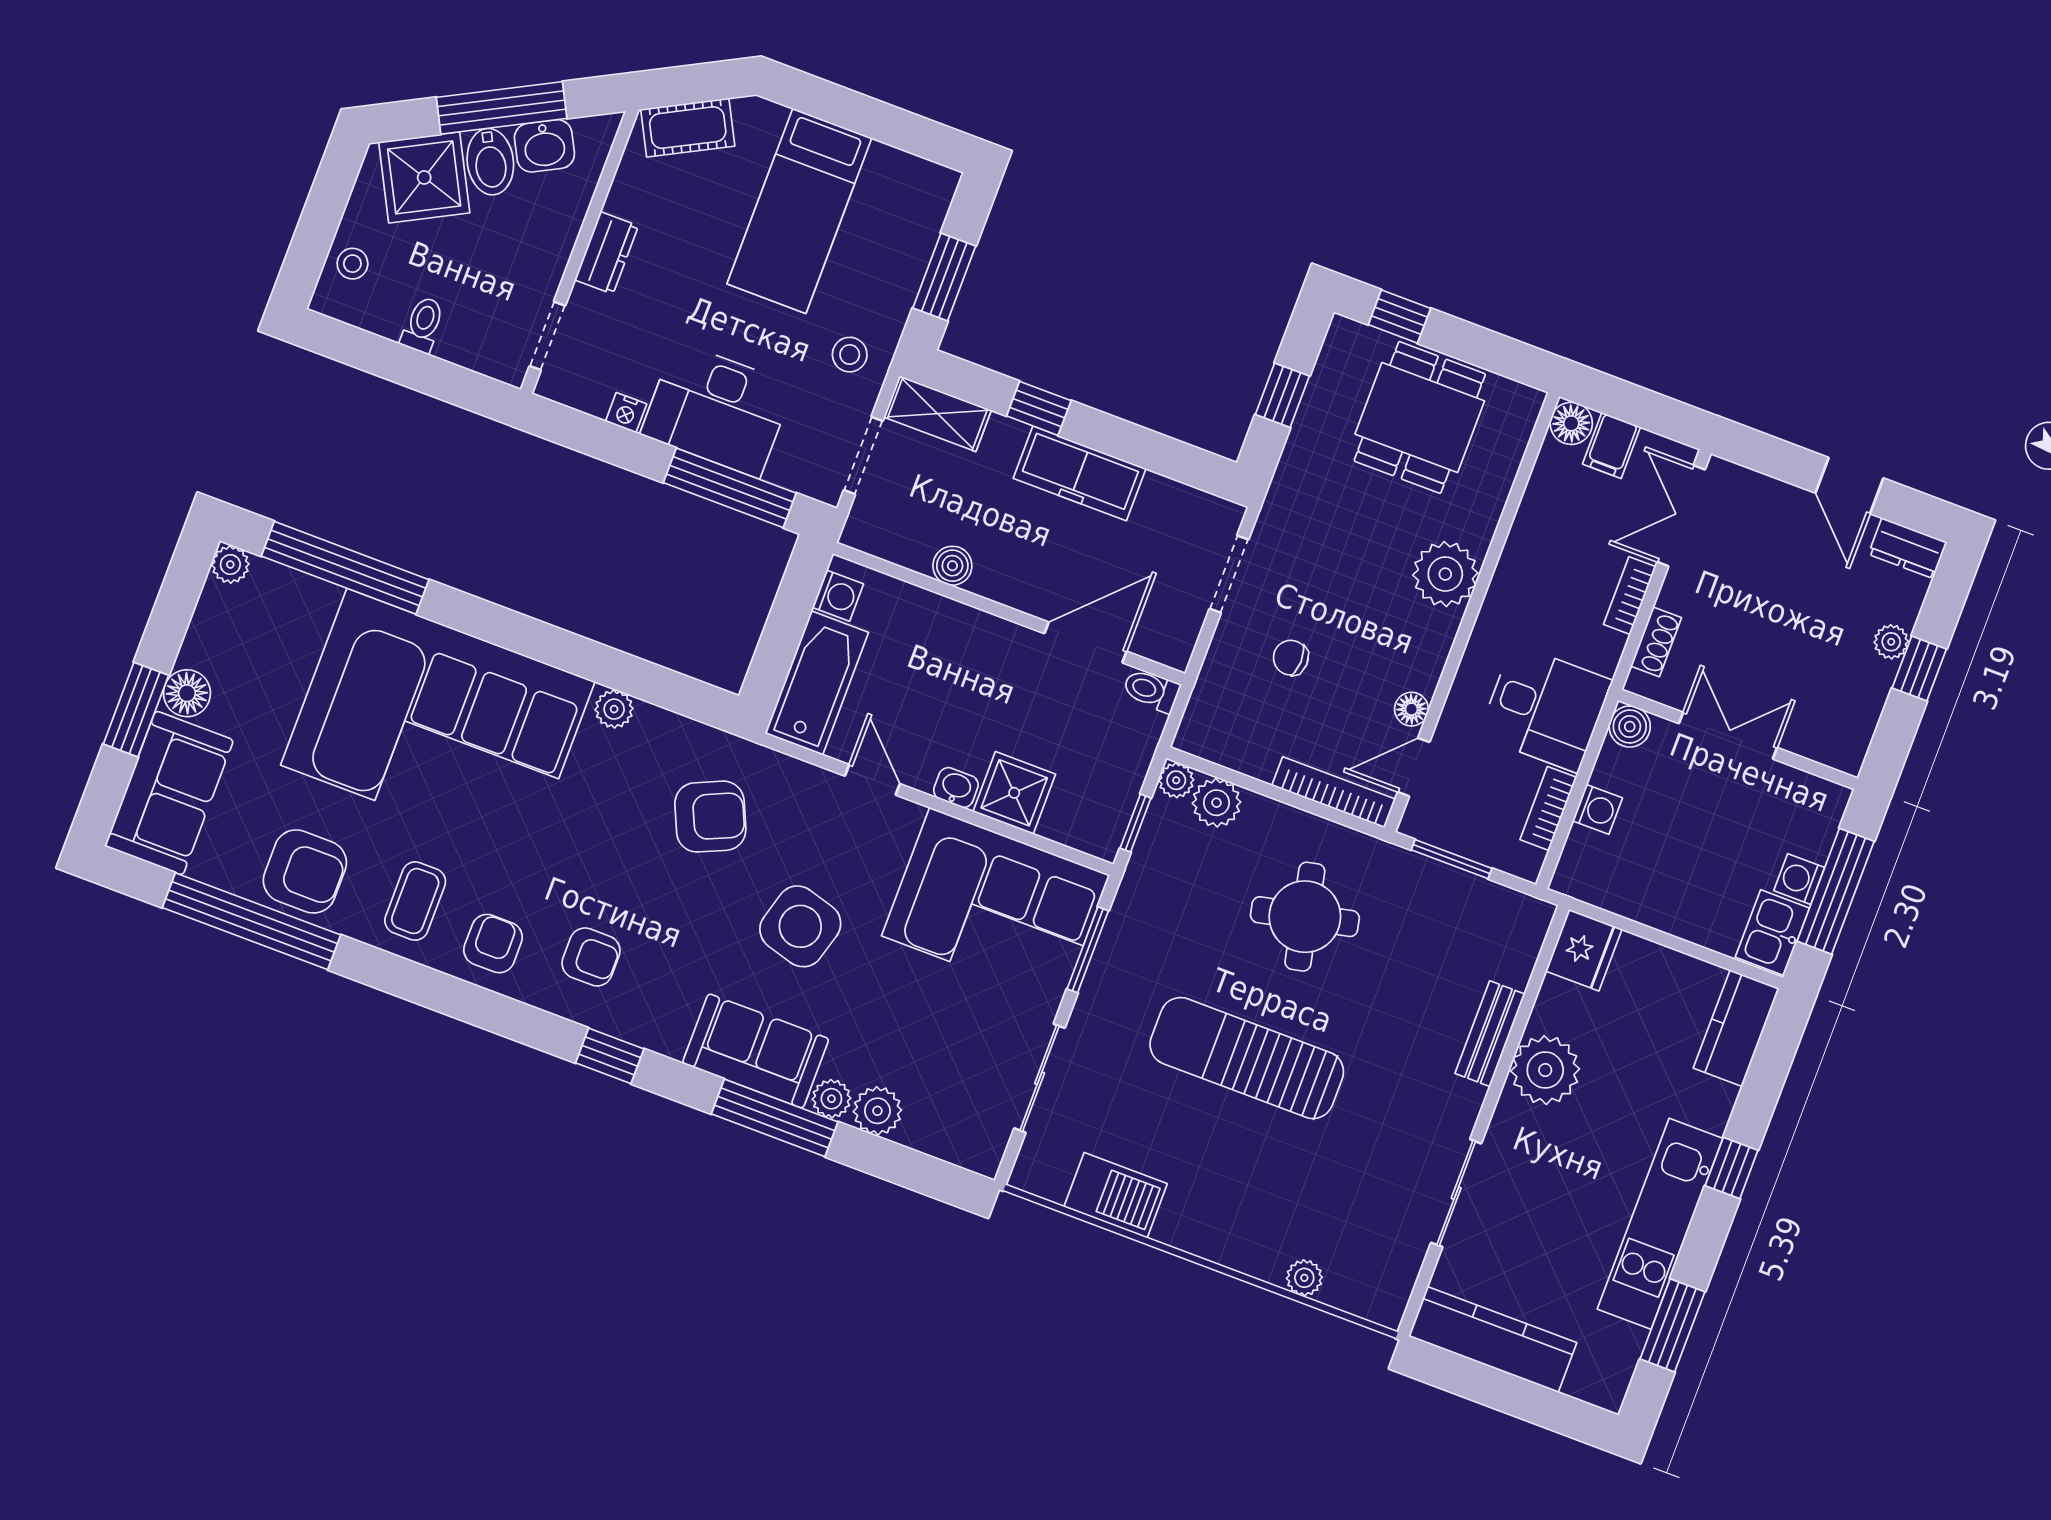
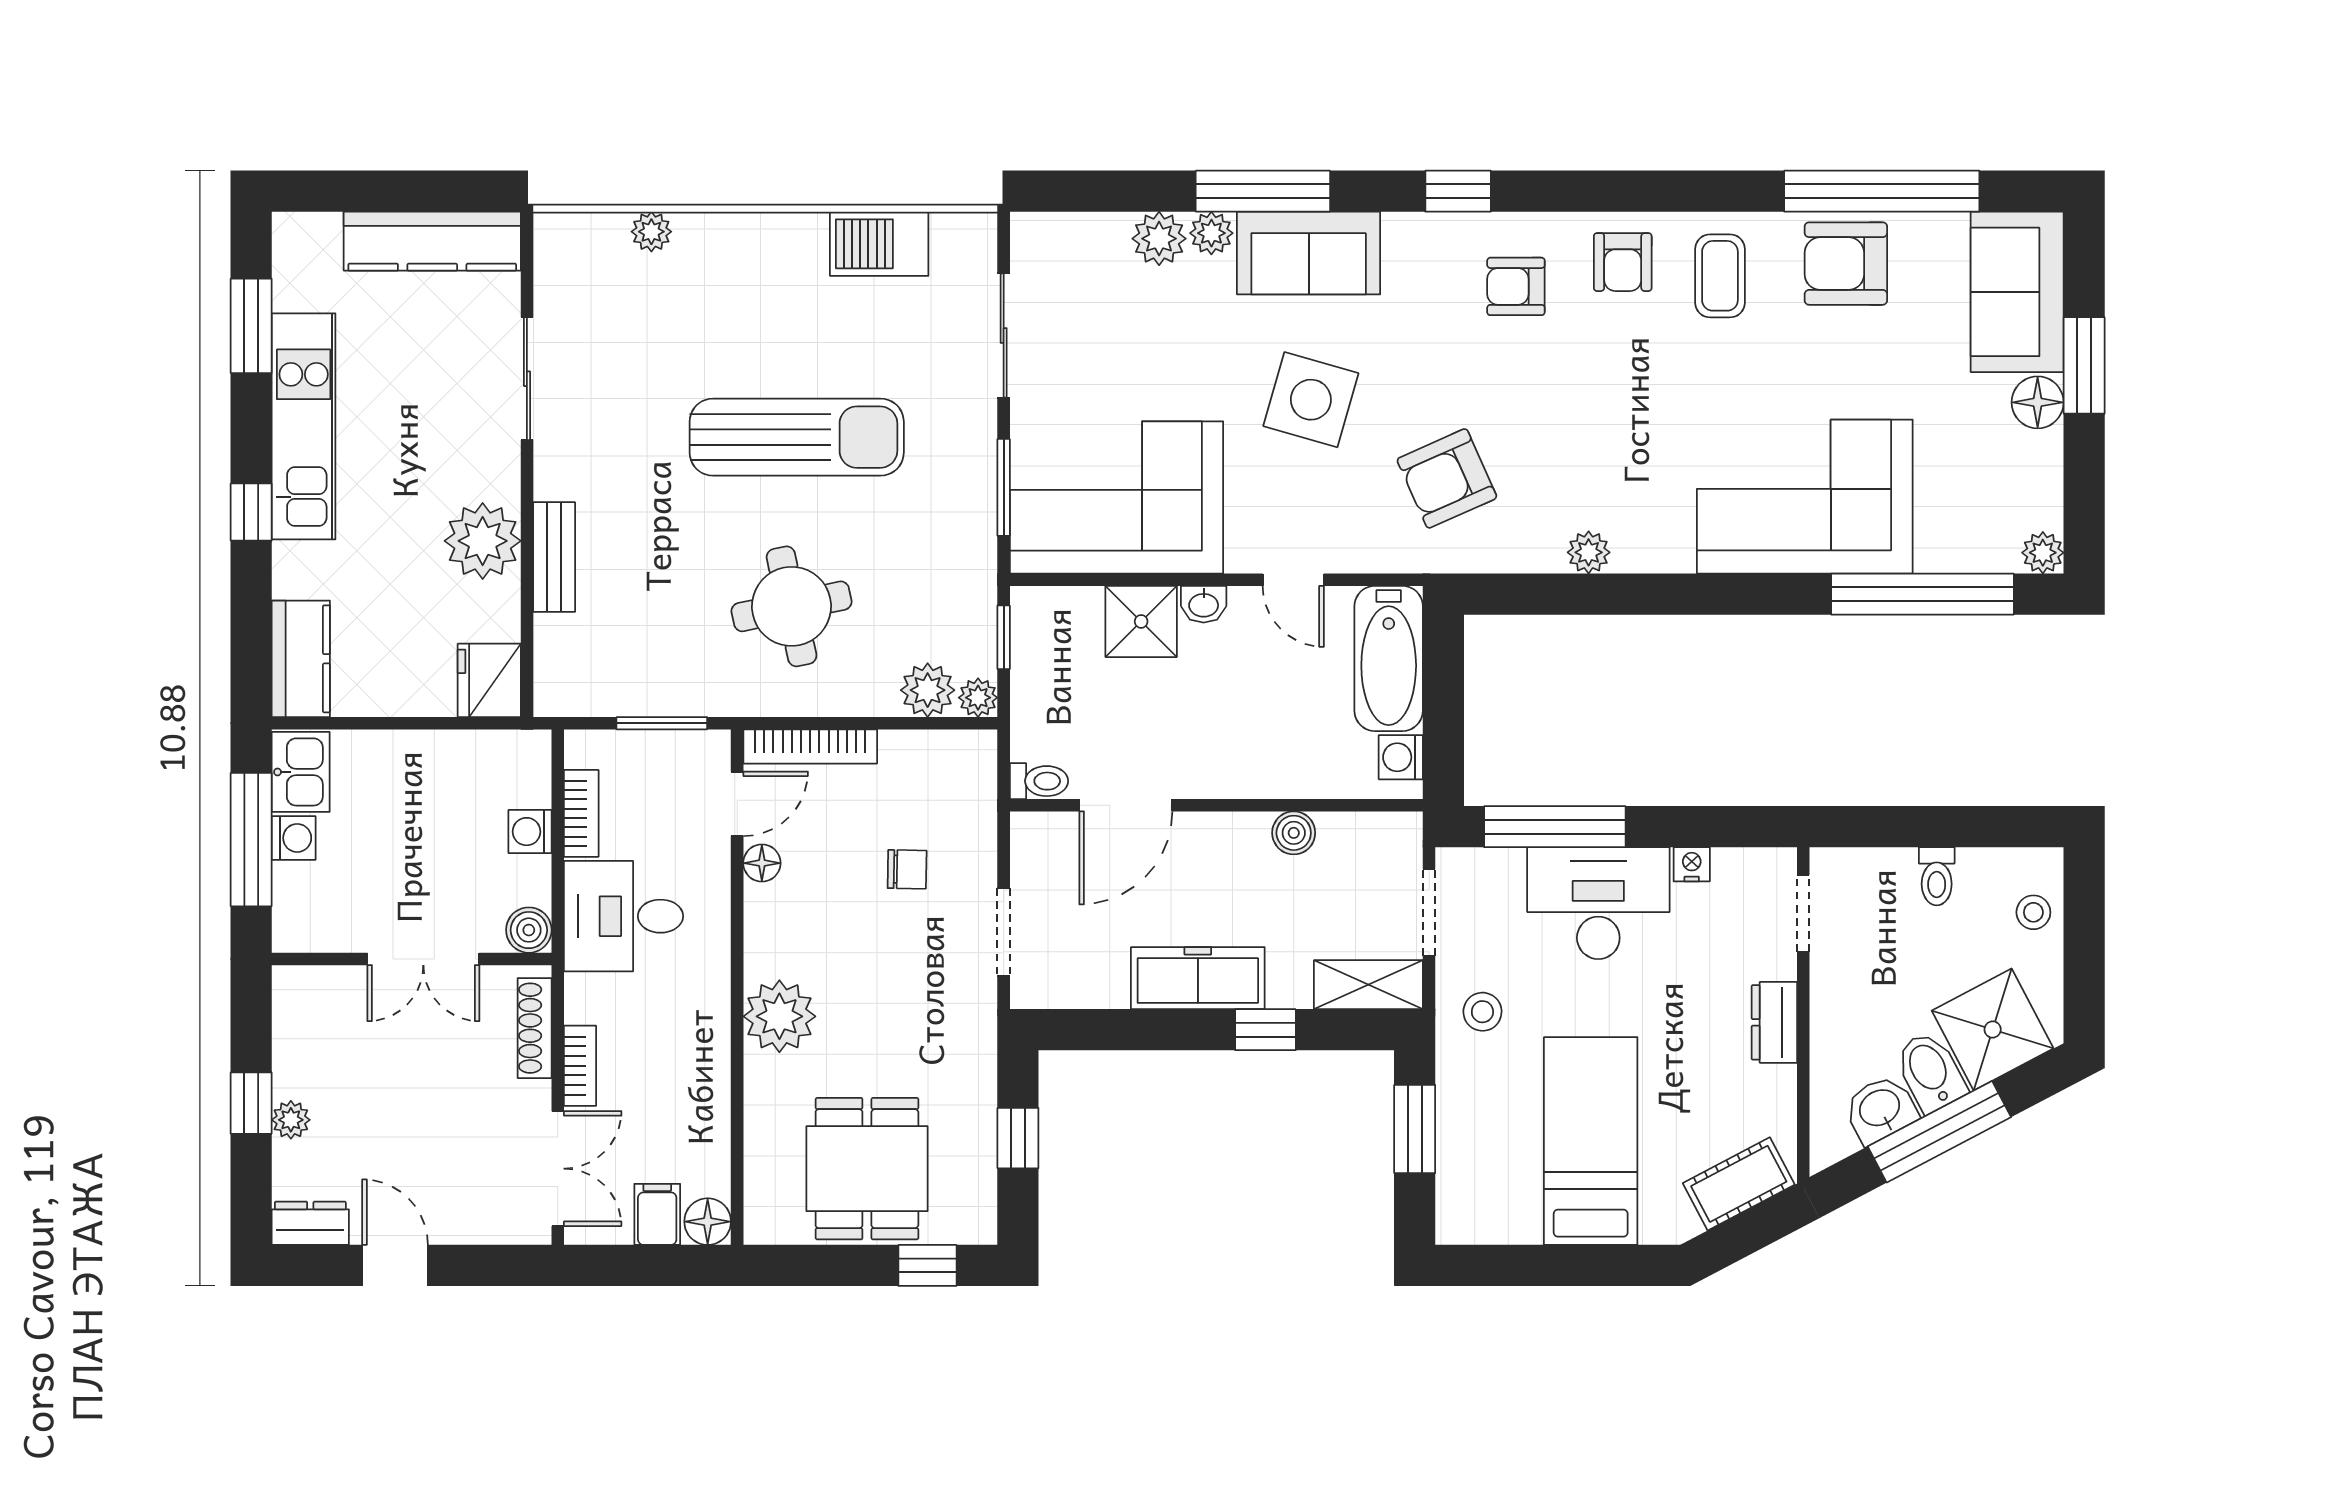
shoe rack: (1656, 642) -> (535, 1028), width x1.43
corner sofa: (438, 723) -> (1805, 497), width x0.73, depth x0.74

